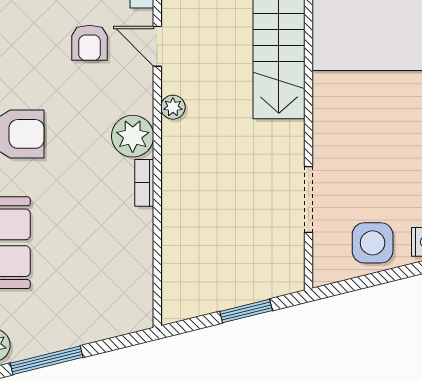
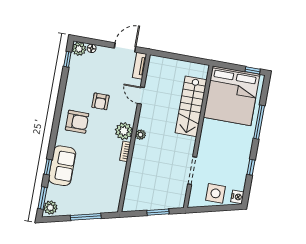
armchair: (90, 43) -> (101, 101), moved
plant: (173, 107) -> (140, 135), moved
window: (47, 360) -> (86, 217), moved

